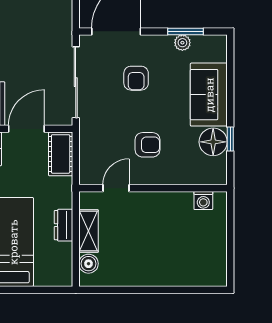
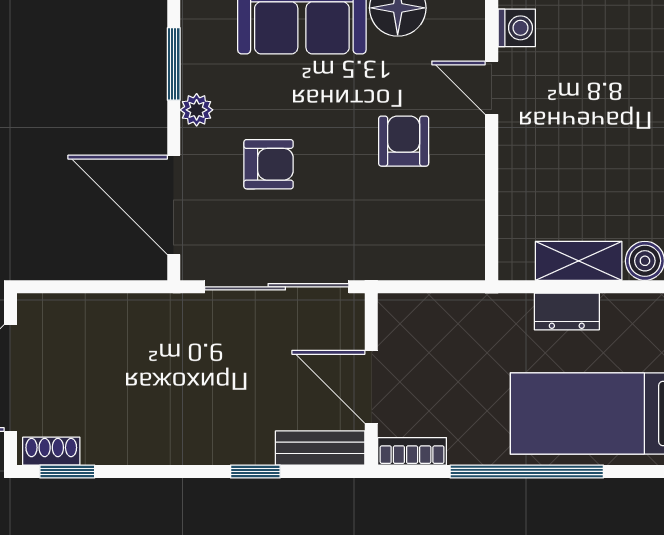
plant: (182, 43) -> (197, 110), moved
cot: (61, 154) -> (422, 317), removed
door: (116, 188) -> (492, 88), moved

